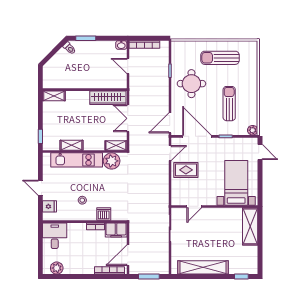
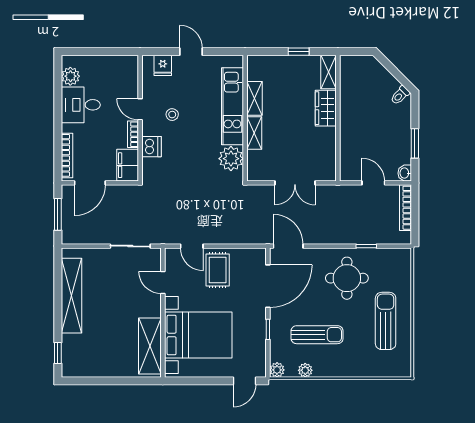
window: (86, 38) -> (415, 143), moved
door: (128, 66) -> (373, 183), hinge flipped
wardrobe: (108, 98) -> (326, 108), moved, width x0.67
plant: (253, 111) -> (305, 370), added
double door: (128, 118) -> (295, 183), swing flipped
window: (40, 136) -> (299, 52), moved
shelving: (116, 145) -> (254, 133), moved
door: (170, 153) -> (192, 246), moved
bed with nightstands: (236, 183) -> (198, 335), width x1.36
door: (40, 188) -> (191, 52), hinge flipped
door: (79, 222) -> (140, 109), added
shelving: (250, 226) -> (150, 346), moved, turned 90
desk: (55, 236) -> (81, 105), moved, turned 180
door: (128, 255) -> (90, 183), swing flipped

